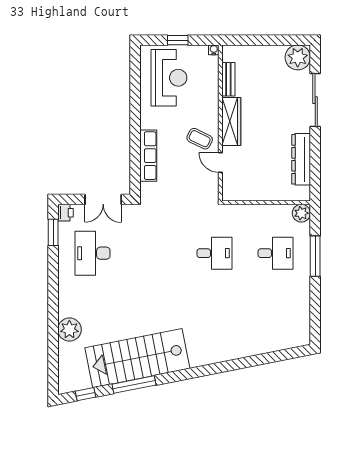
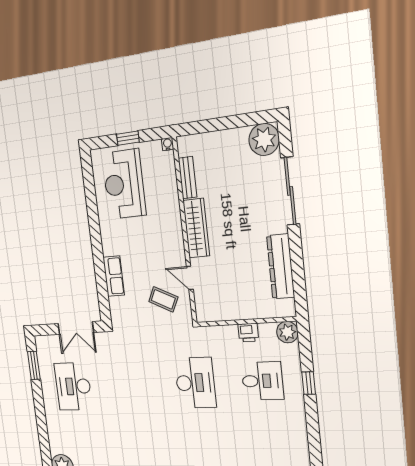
reception desk: (169, 78) -> (124, 184), turned 180
coffee table: (200, 139) -> (163, 299), moved
row of seats: (148, 156) -> (114, 276), width x0.68
printer: (65, 213) -> (248, 333), moved, turned 90
desk: (215, 253) -> (195, 383), width x1.37
window: (315, 256) -> (309, 383), width x0.46

